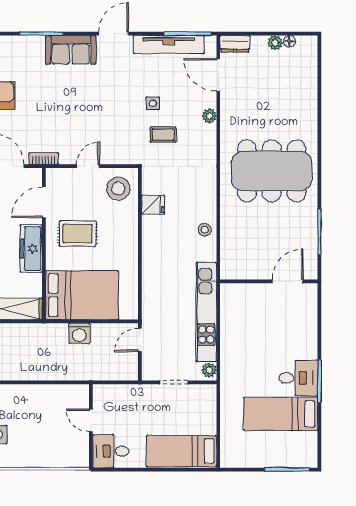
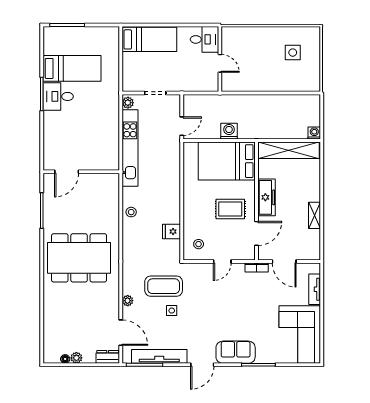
coffee table: (163, 135) -> (164, 286), width x1.86, depth x1.72
stool: (118, 189) -> (199, 244), width x0.53, depth x0.53

